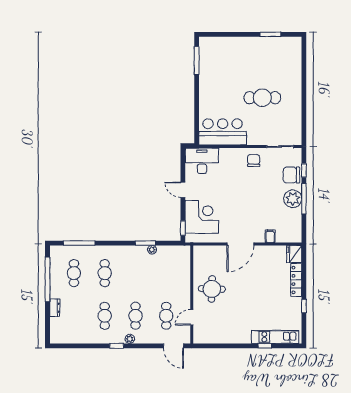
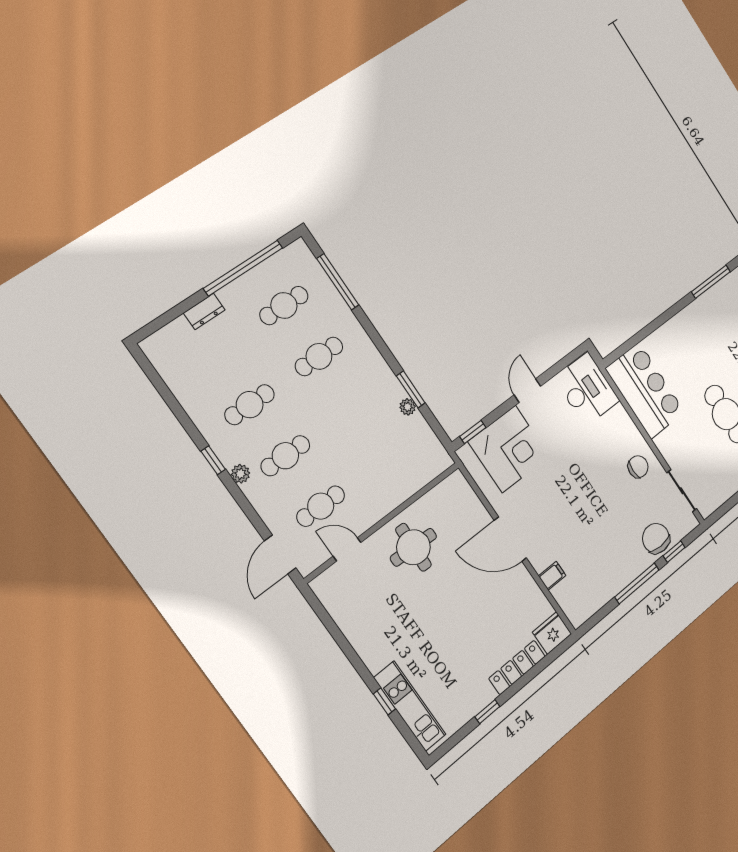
plant: (293, 199) -> (626, 567), removed

